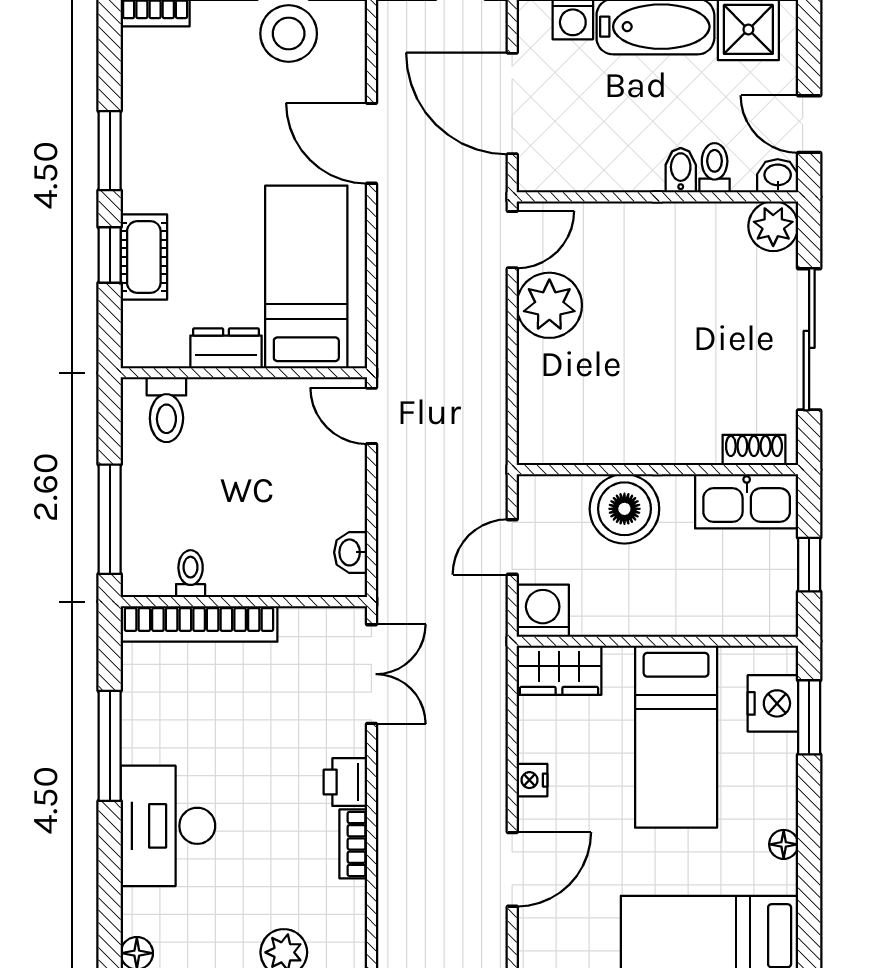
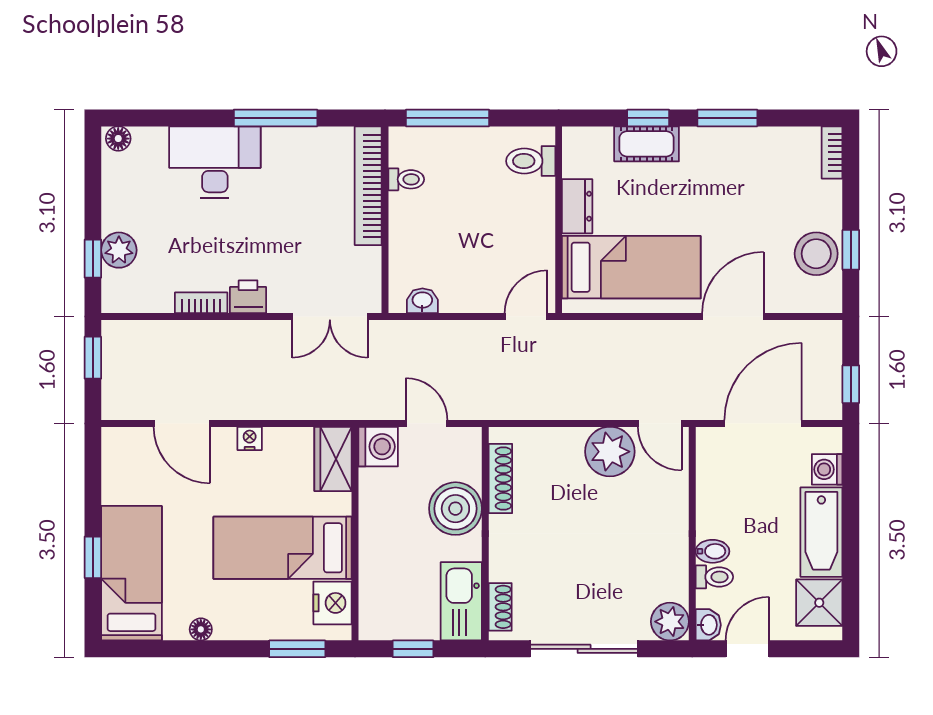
shoe rack: (585, 450) -> (500, 479), added
nightstand: (773, 703) -> (332, 603), moved, turned -90

